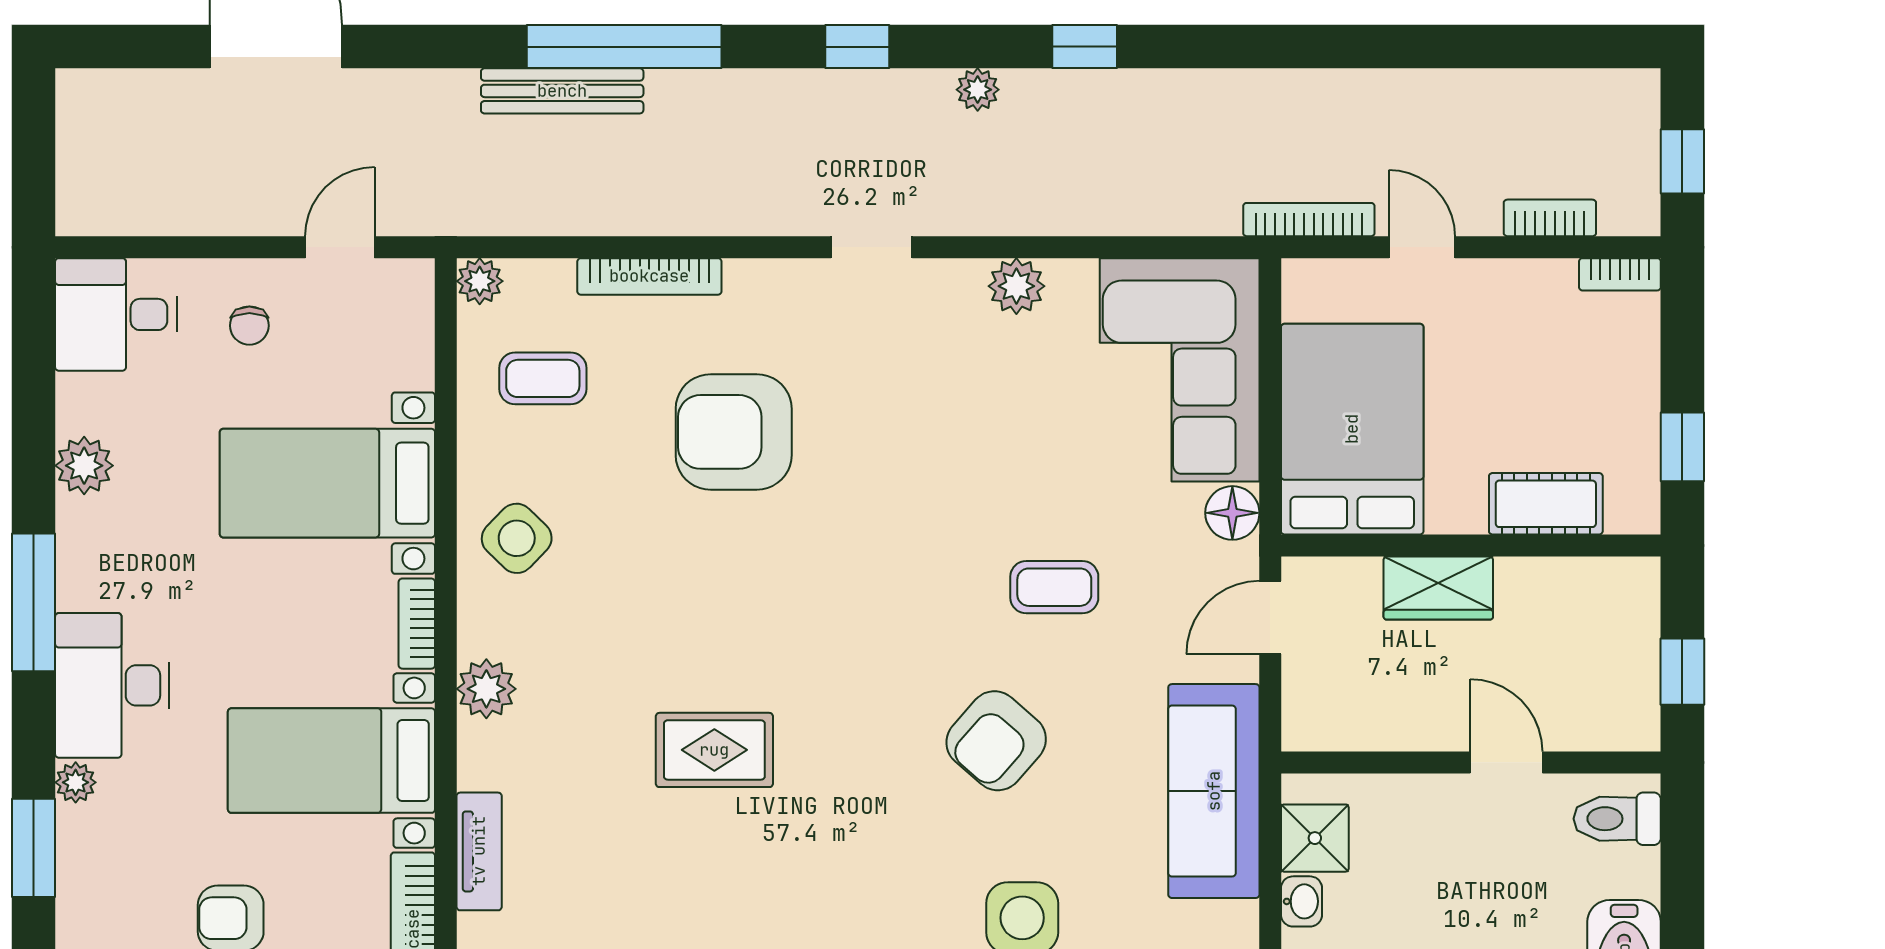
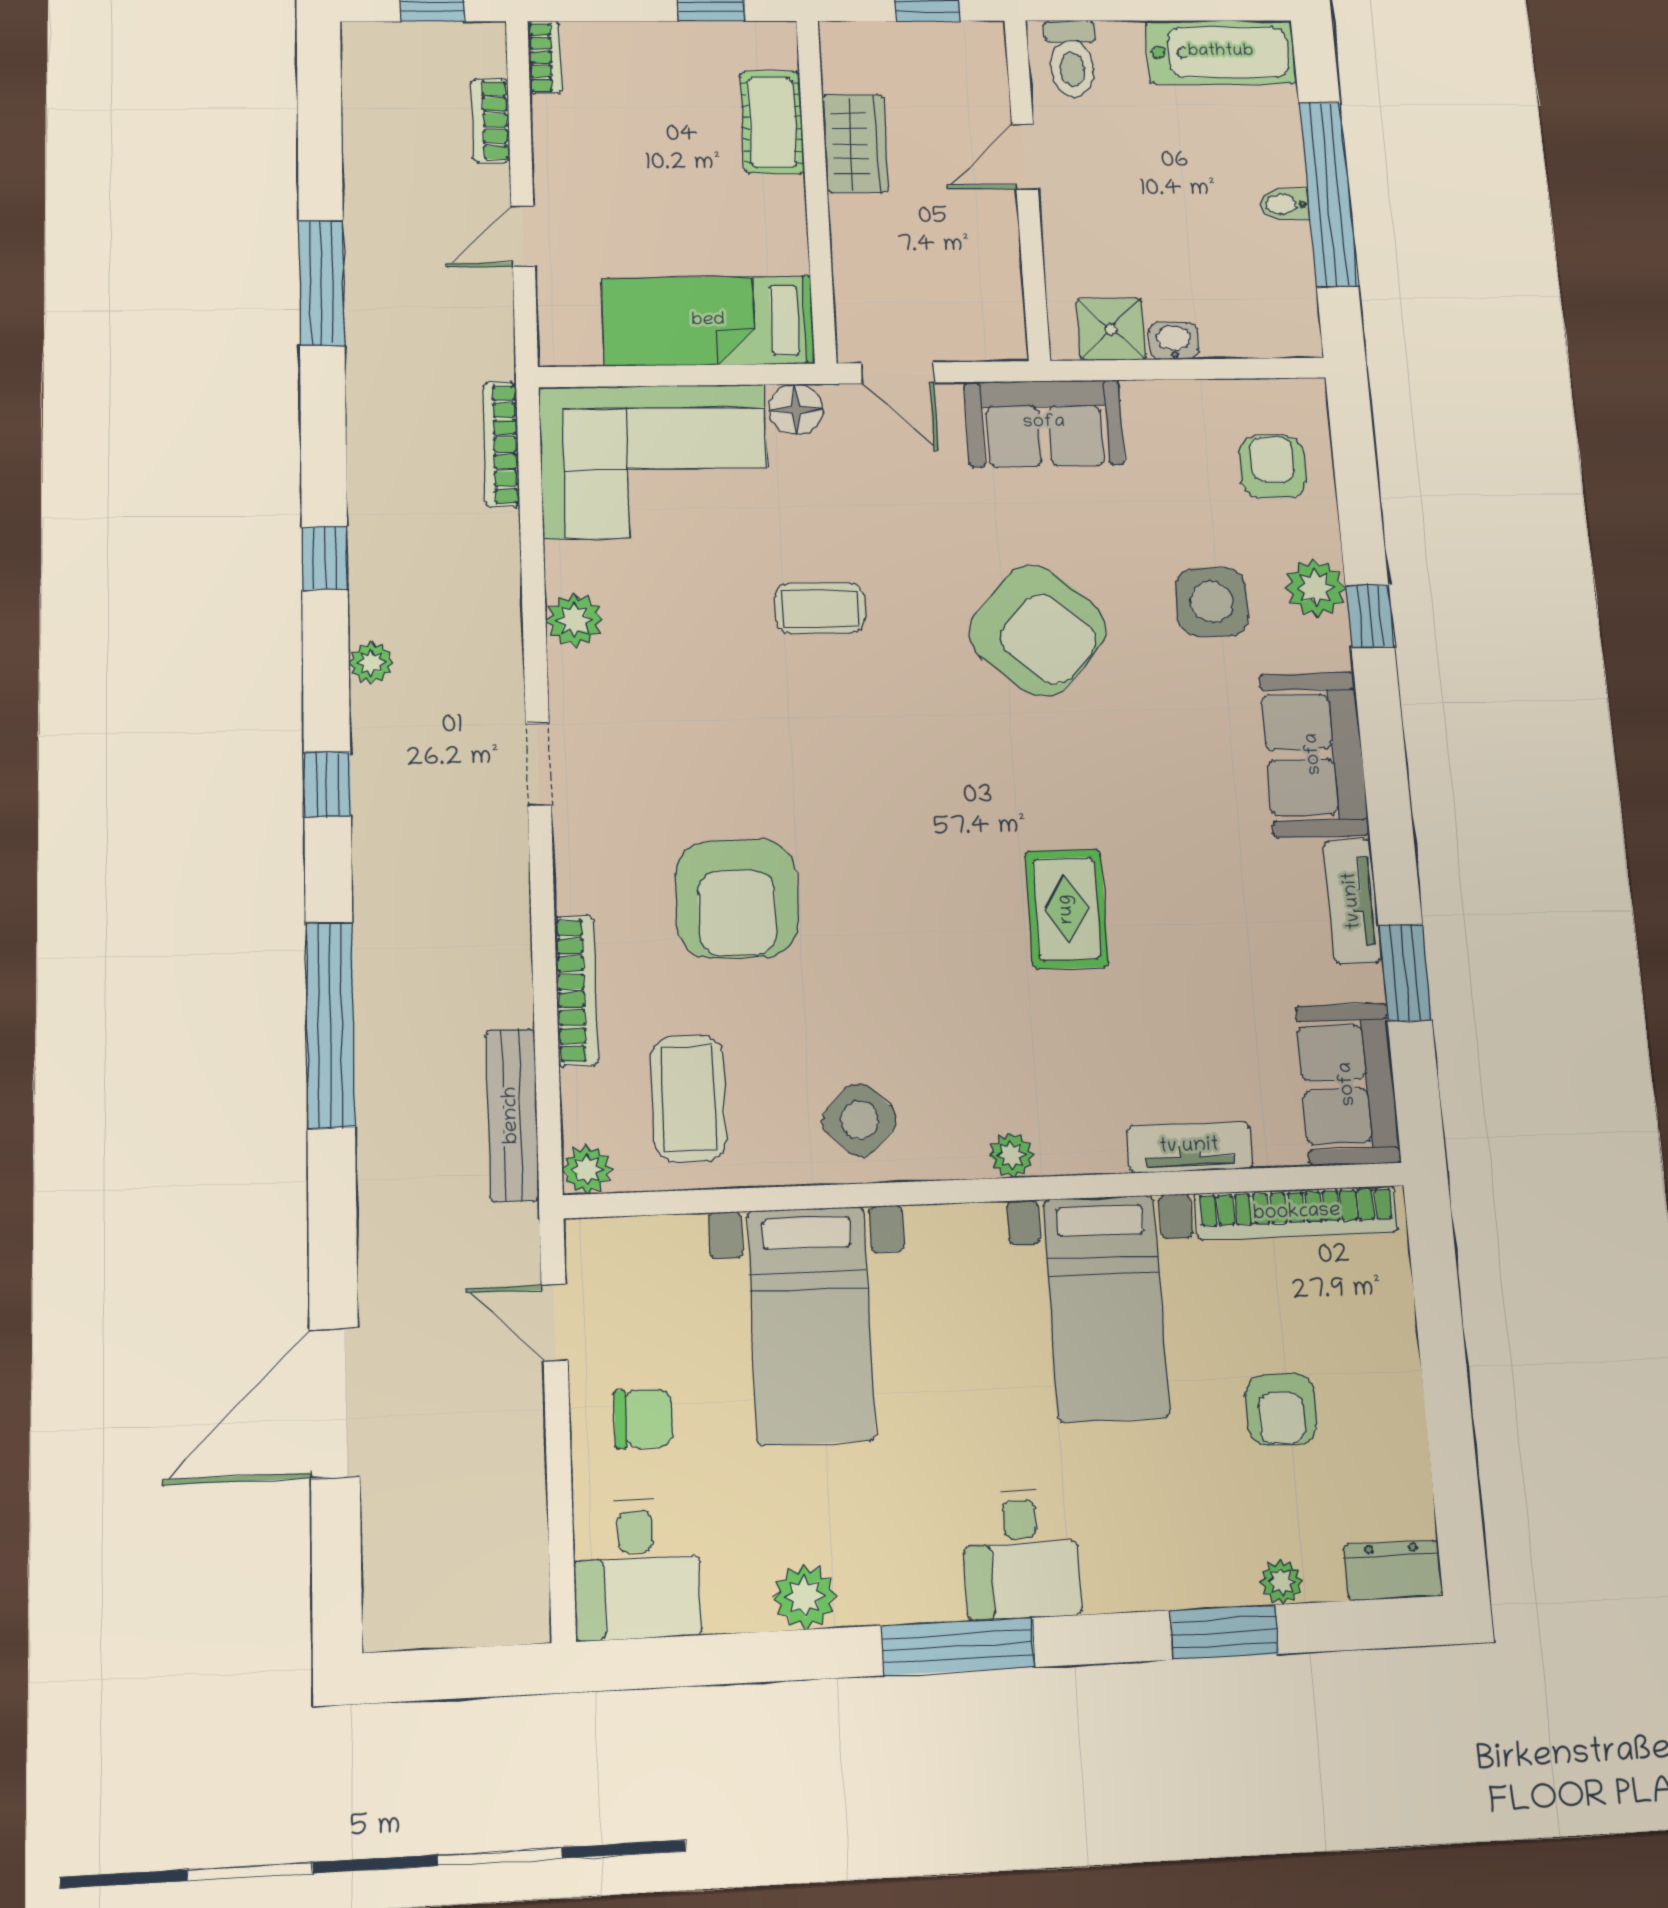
window: (1374, 47) -> (322, 283), added
bench: (562, 91) -> (512, 1115), moved
bookcase: (1309, 220) -> (501, 444), moved
chair: (249, 326) -> (644, 1419), width x1.37, depth x1.37
coffee table: (543, 378) -> (689, 1099), width x1.36, depth x1.30
bed: (1352, 429) -> (708, 321), width x0.67
coffee table: (1054, 587) -> (820, 608), moved, turned 90
wardrobe: (1438, 588) -> (855, 143), moved
bookcase: (417, 624) -> (955, 1222), removed
desk: (112, 685) -> (1021, 1554), width x0.73
plant: (486, 689) -> (1011, 1155), width x0.73, depth x0.73
armchair: (996, 741) -> (1037, 630), width x1.36, depth x1.36
plant: (76, 782) -> (1281, 1582), moved
sofa: (1214, 791) -> (1044, 423), width x0.73

